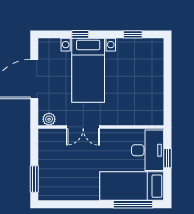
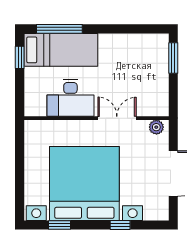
bed with nightstands: (88, 70) -> (84, 183), width x1.85
desk: (148, 150) -> (70, 98), moved, turned -90
window: (167, 158) -> (20, 57), moved

